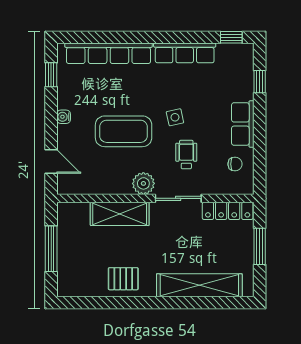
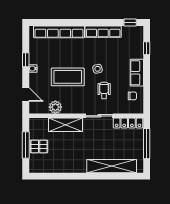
window: (51, 75) -> (26, 60), moved
plant: (143, 183) -> (55, 107), moved
window: (260, 246) -> (147, 144), width x1.44
pallet: (123, 279) -> (39, 146), moved

